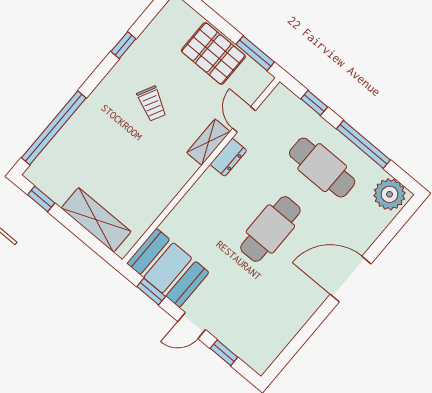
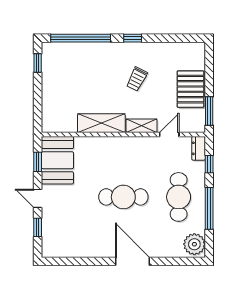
window: (123, 45) -> (133, 38), moved
dresser: (228, 157) -> (199, 148), moved, turned 90
shelving: (96, 220) -> (101, 123), moved, turned 90

